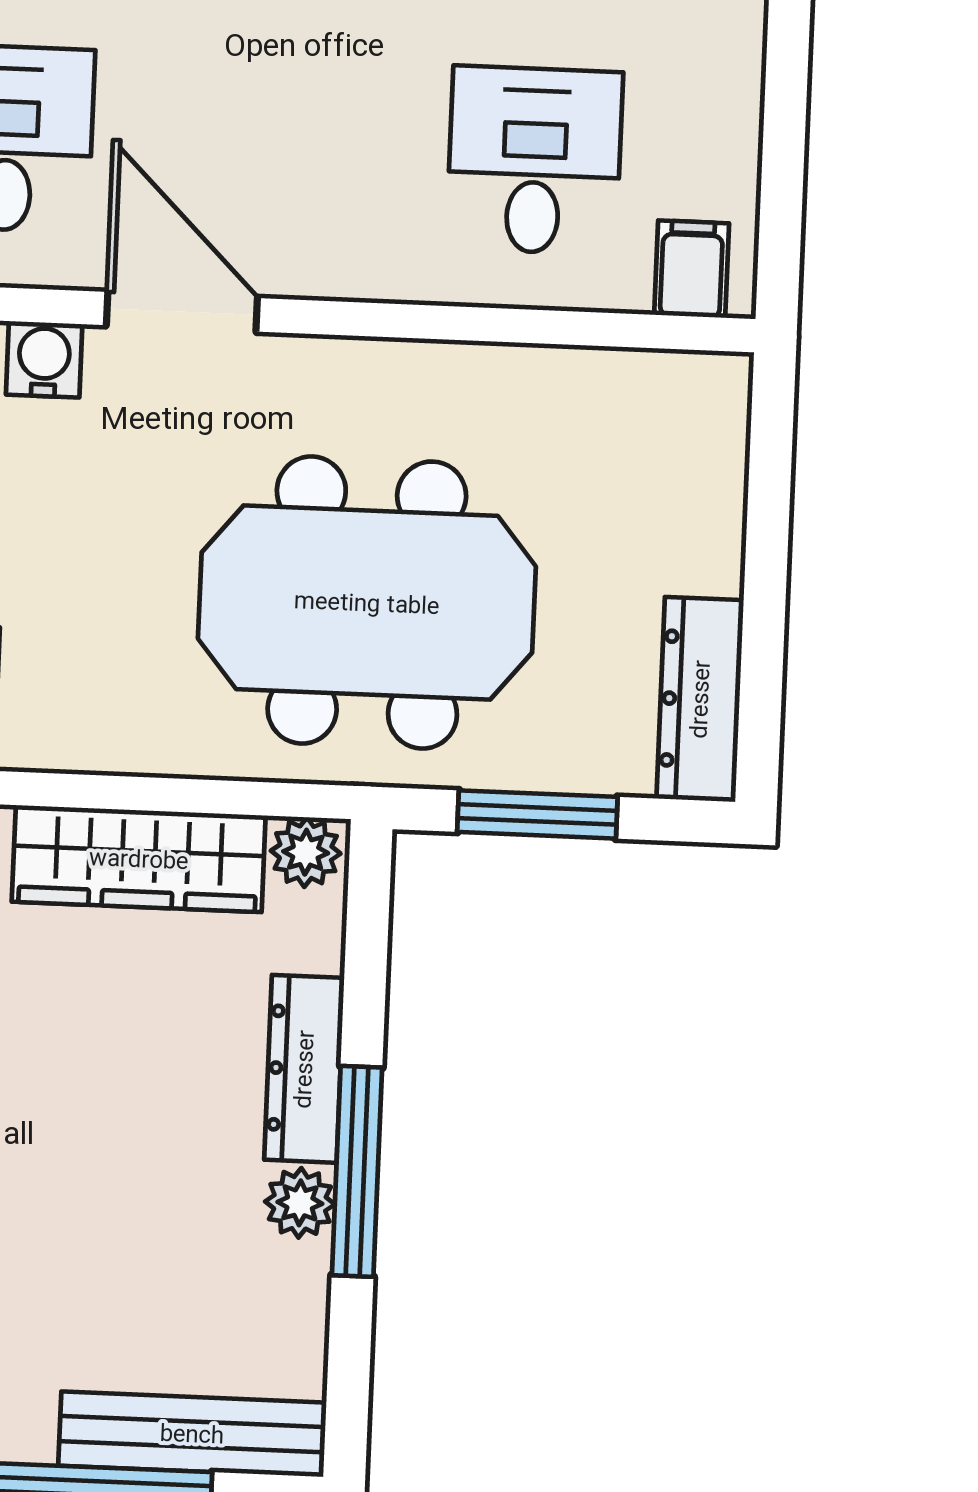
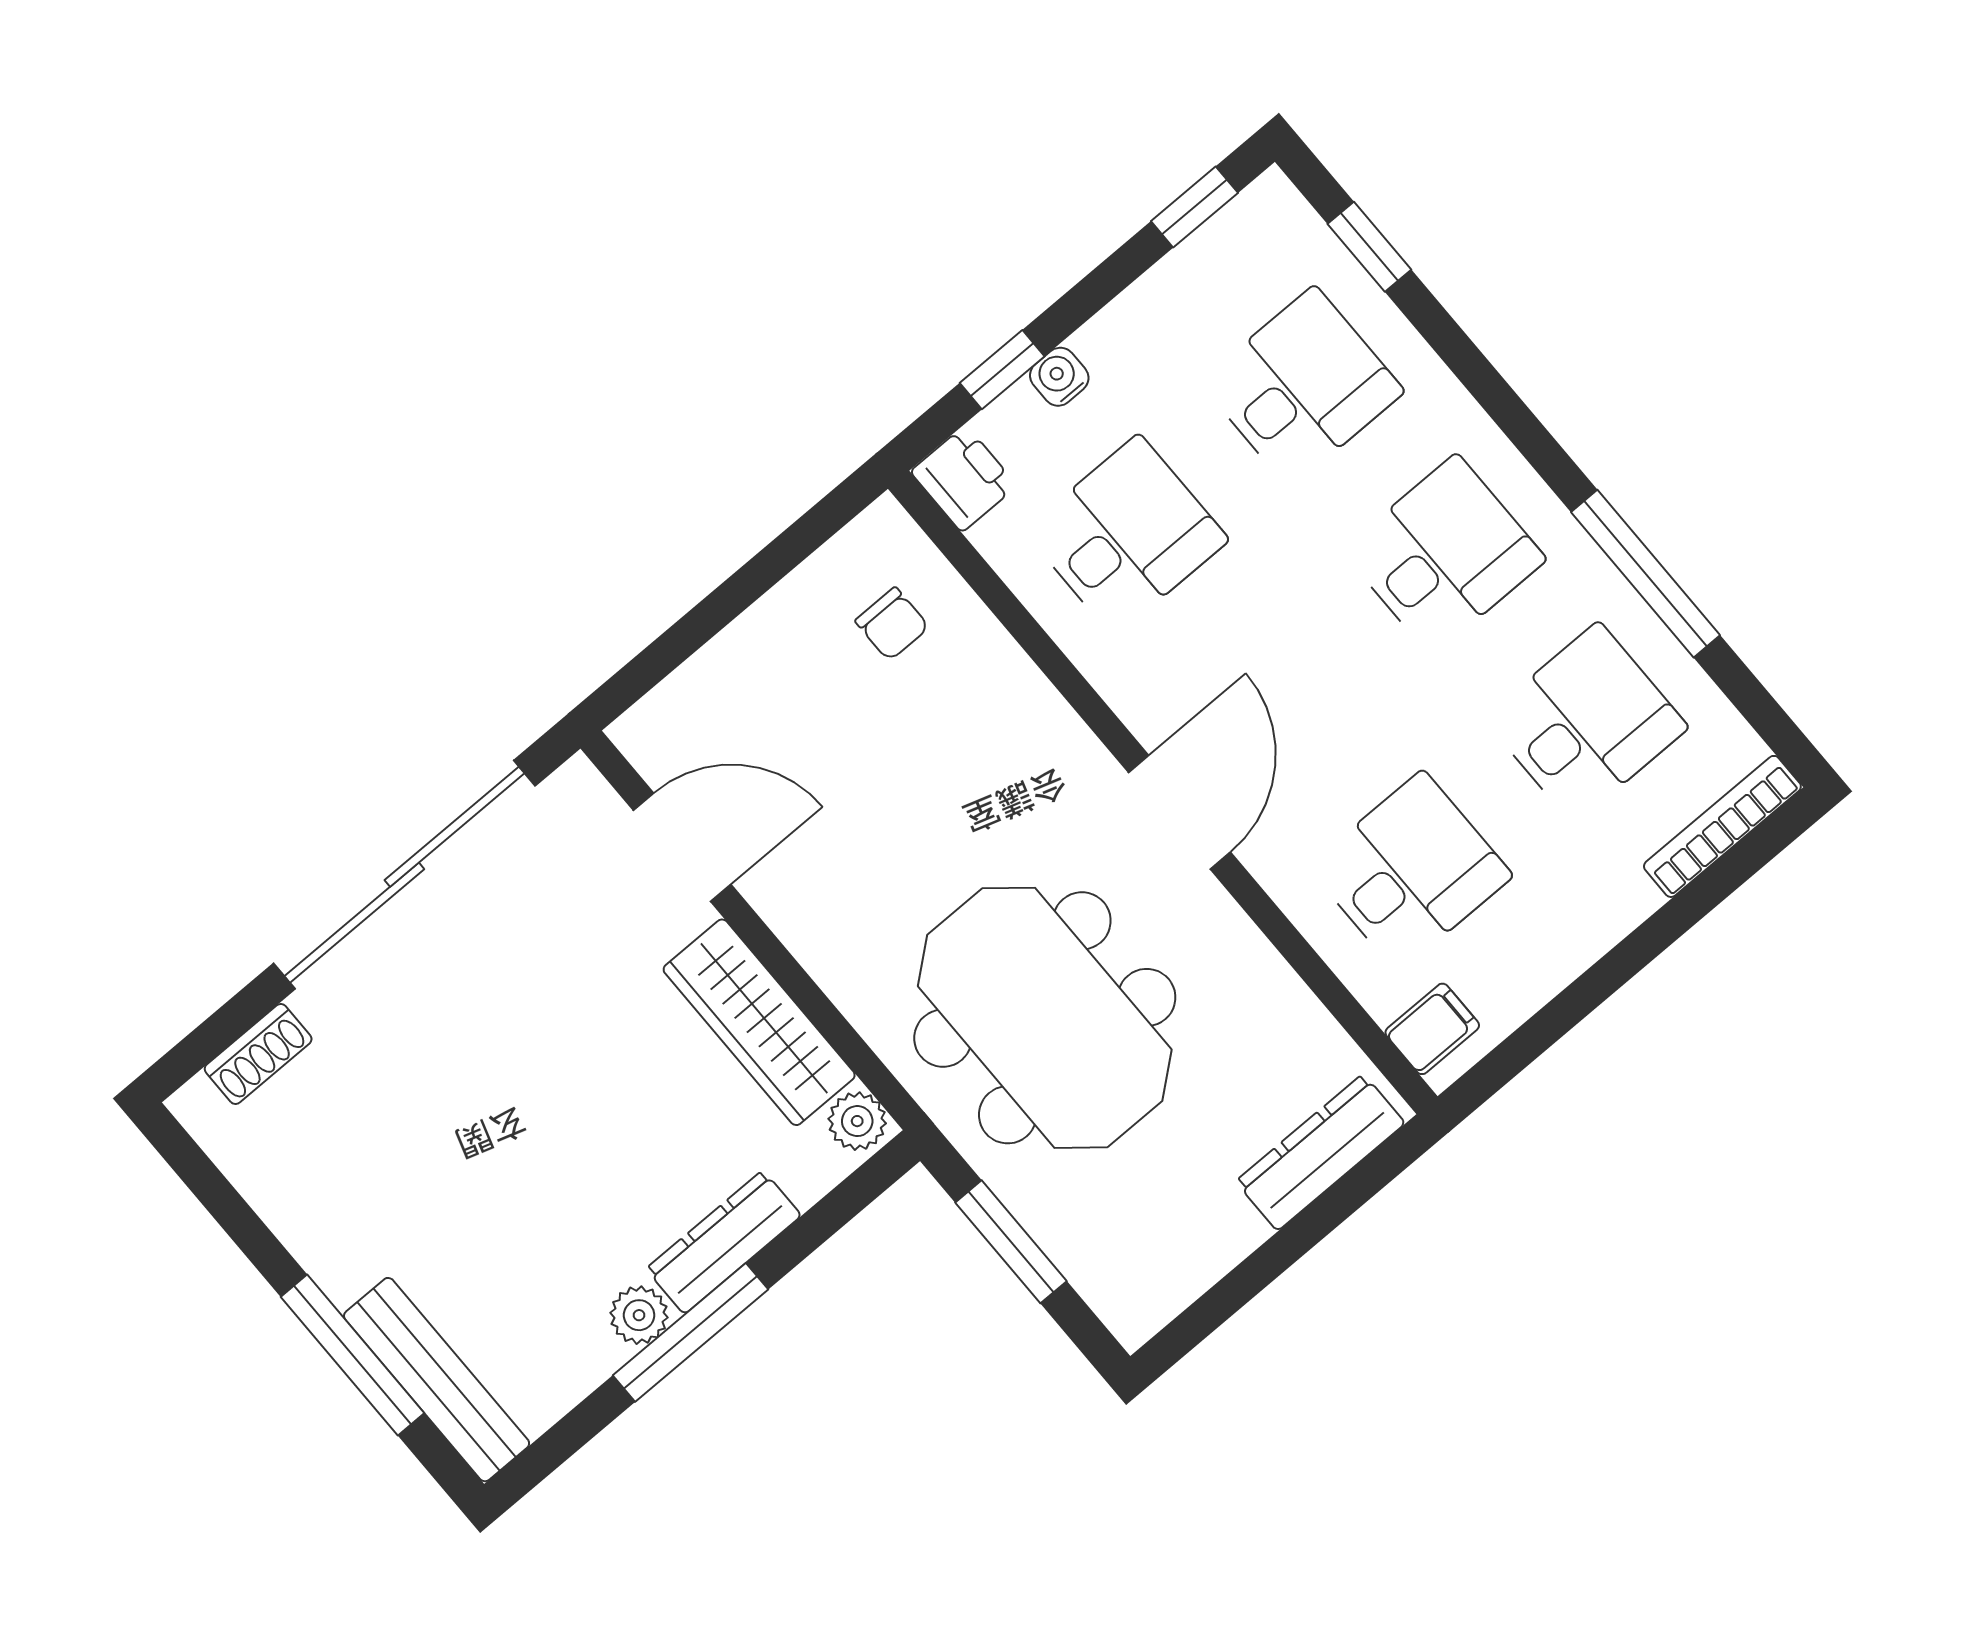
door: (182, 312) -> (1180, 812), moved
water cooler: (44, 359) -> (1012, 683), removed
dresser: (700, 699) -> (1320, 1152), moved

